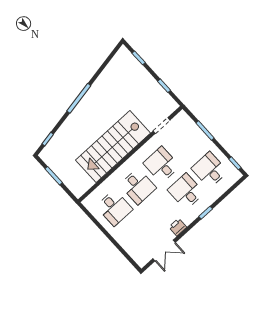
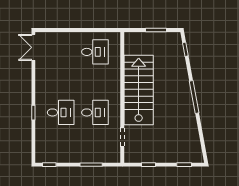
desk: (210, 170) -> (61, 143), removed
desk: (138, 186) -> (95, 82), removed
desk: (114, 208) -> (95, 52), turned 180
printer: (178, 227) -> (41, 84), removed
double door: (164, 251) -> (33, 47), moved

